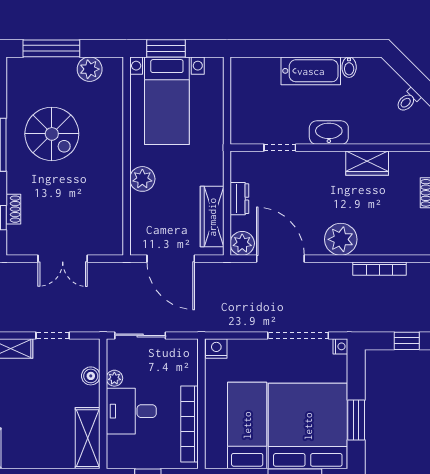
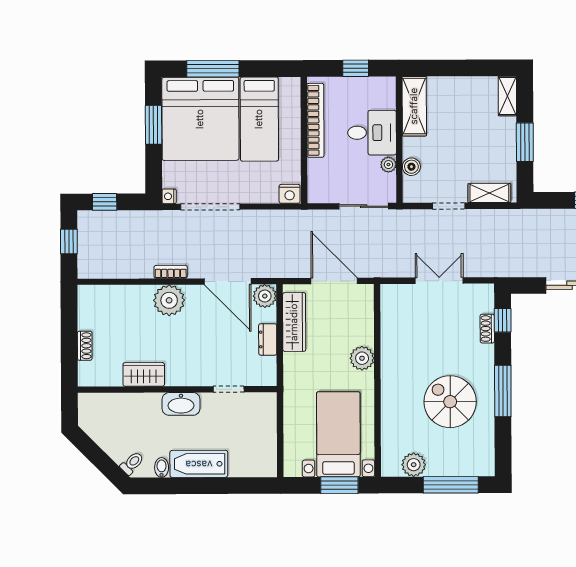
toilet: (408, 100) -> (132, 463), moved
bookcase: (379, 269) -> (171, 272), moved, width x0.64

